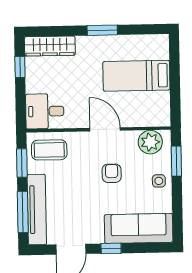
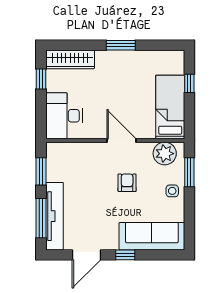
window: (175, 69) -> (189, 83), added
bed: (136, 76) -> (170, 107), moved, turned 90
desk: (45, 111) -> (64, 116), width x1.37
coffee table: (49, 150) -> (68, 159), removed

